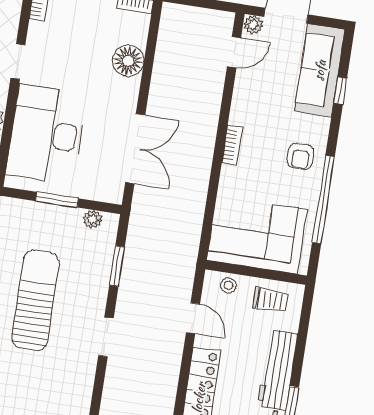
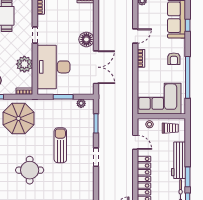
door: (234, 52) -> (135, 36), moved
floor lamp: (128, 61) -> (86, 39), moved
sun lounger: (35, 300) -> (60, 145), width x0.73, depth x0.75

